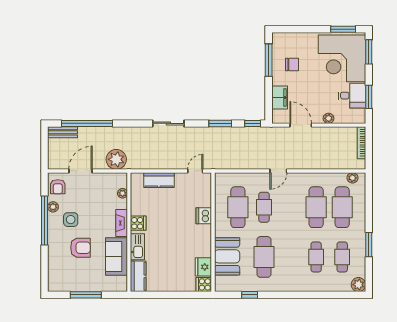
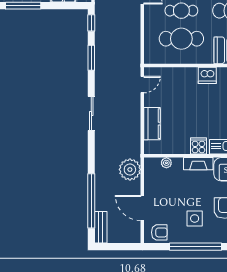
door: (195, 171) -> (142, 85), swing flipped
plant: (53, 207) -> (181, 238), removed
dishwasher: (204, 216) -> (207, 75), moved

